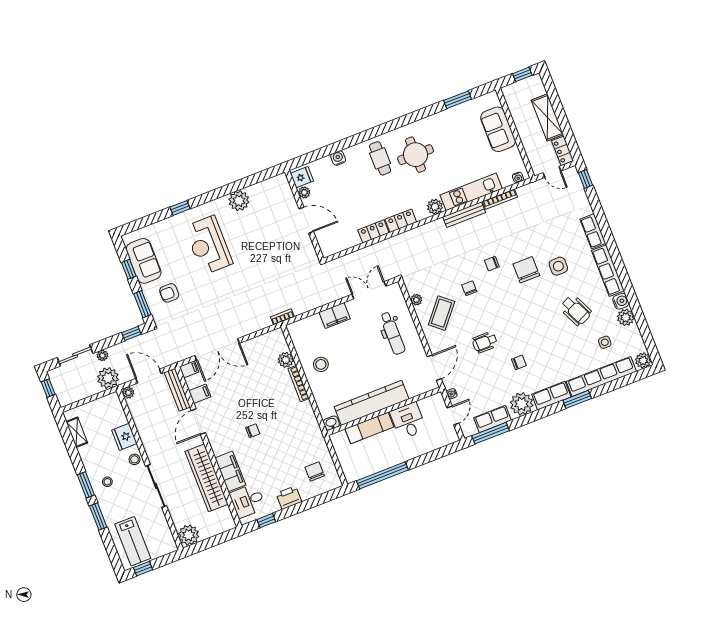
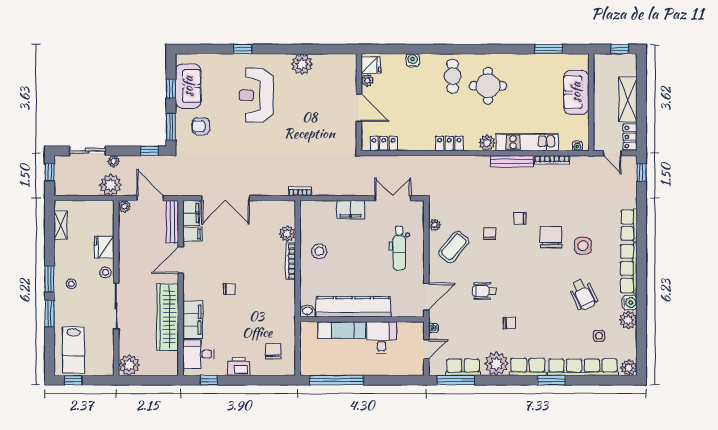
locker: (373, 231) -> (384, 144), moved
filing cabinet: (189, 369) -> (191, 213), width x2.00

